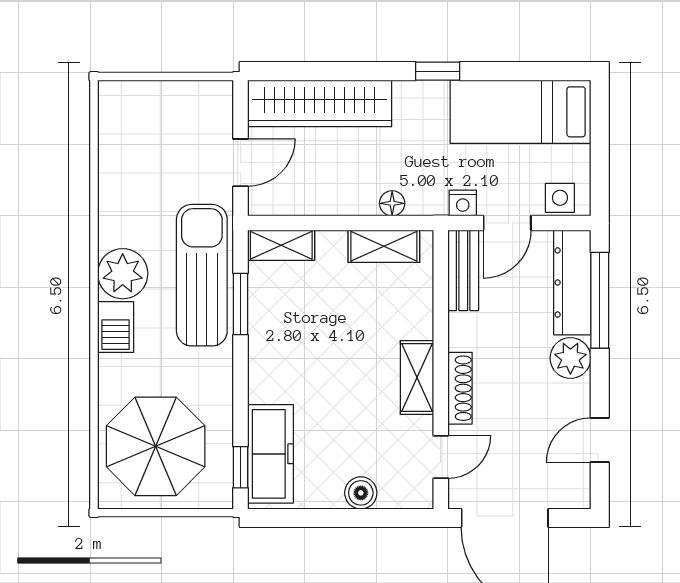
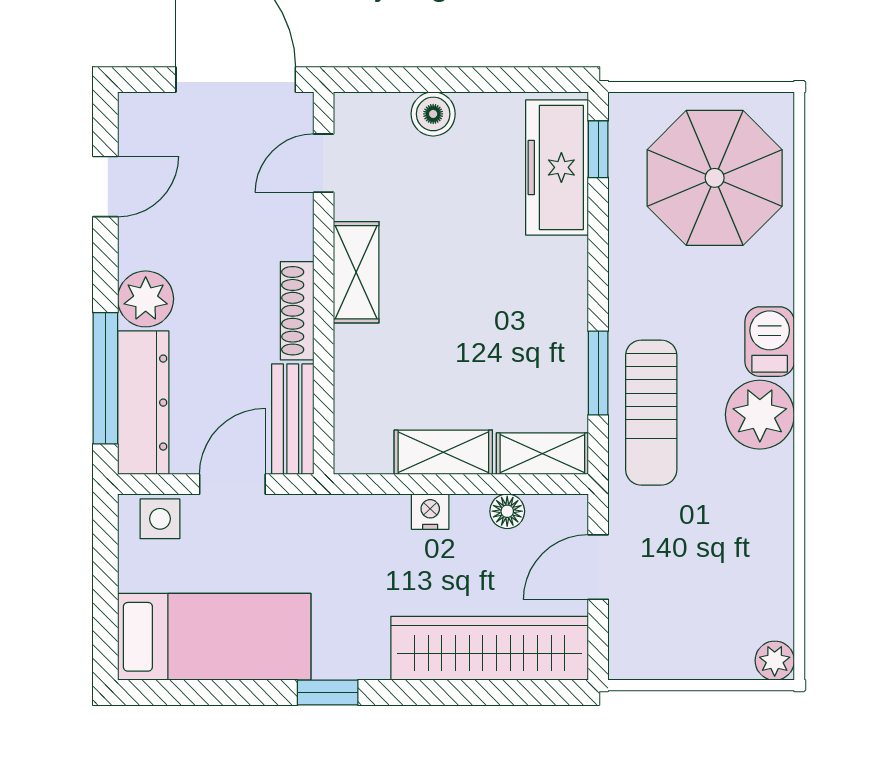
plant: (112, 94) -> (775, 661), added
floor lamp: (392, 203) -> (507, 511), moved
nightstand: (463, 203) -> (430, 512), moved
shelving: (384, 246) -> (443, 452), moved
sun lounger: (202, 275) -> (651, 413), width x0.73, depth x0.75
shoe rack: (460, 388) -> (297, 311), moved

